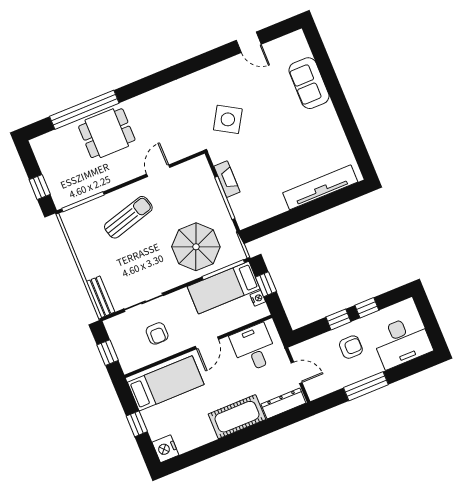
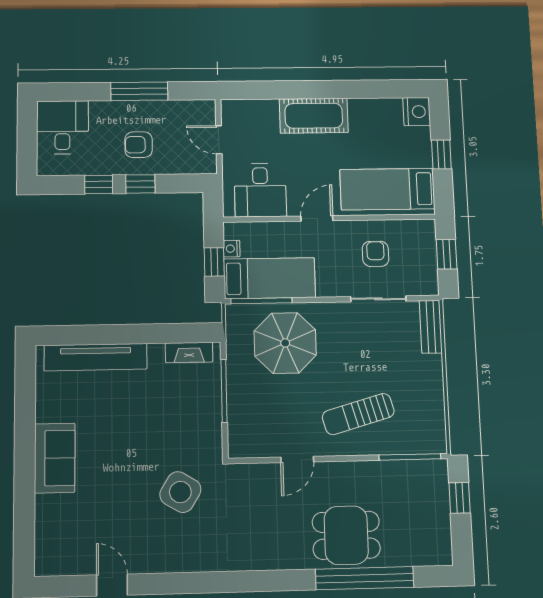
sofa: (309, 83) -> (55, 458), moved
fireplace: (227, 179) -> (189, 352), moved, turned -90
desk: (402, 341) -> (62, 127), width x0.73
dresser: (283, 403) -> (250, 110), removed

